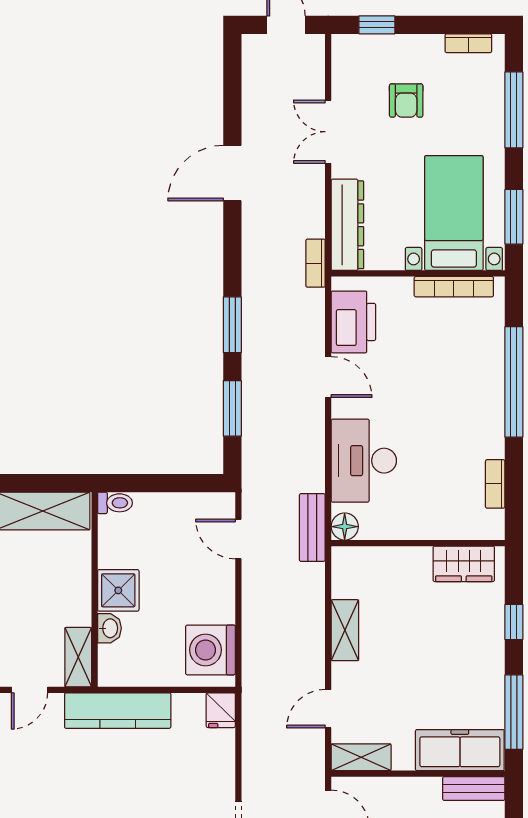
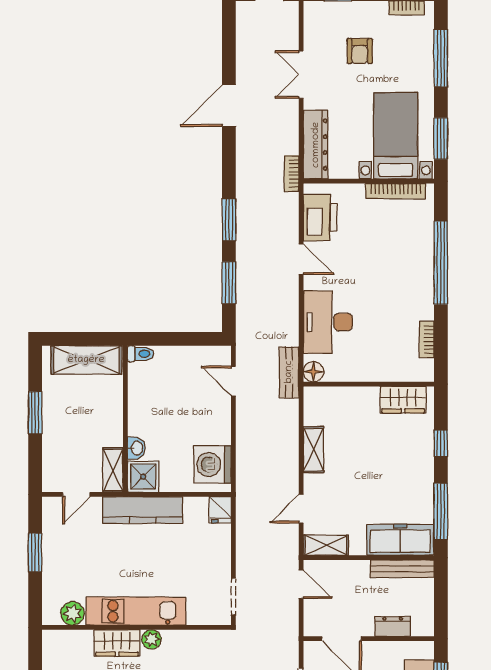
shower: (118, 590) -> (143, 477), moved
bench: (474, 789) -> (402, 569), width x1.36

